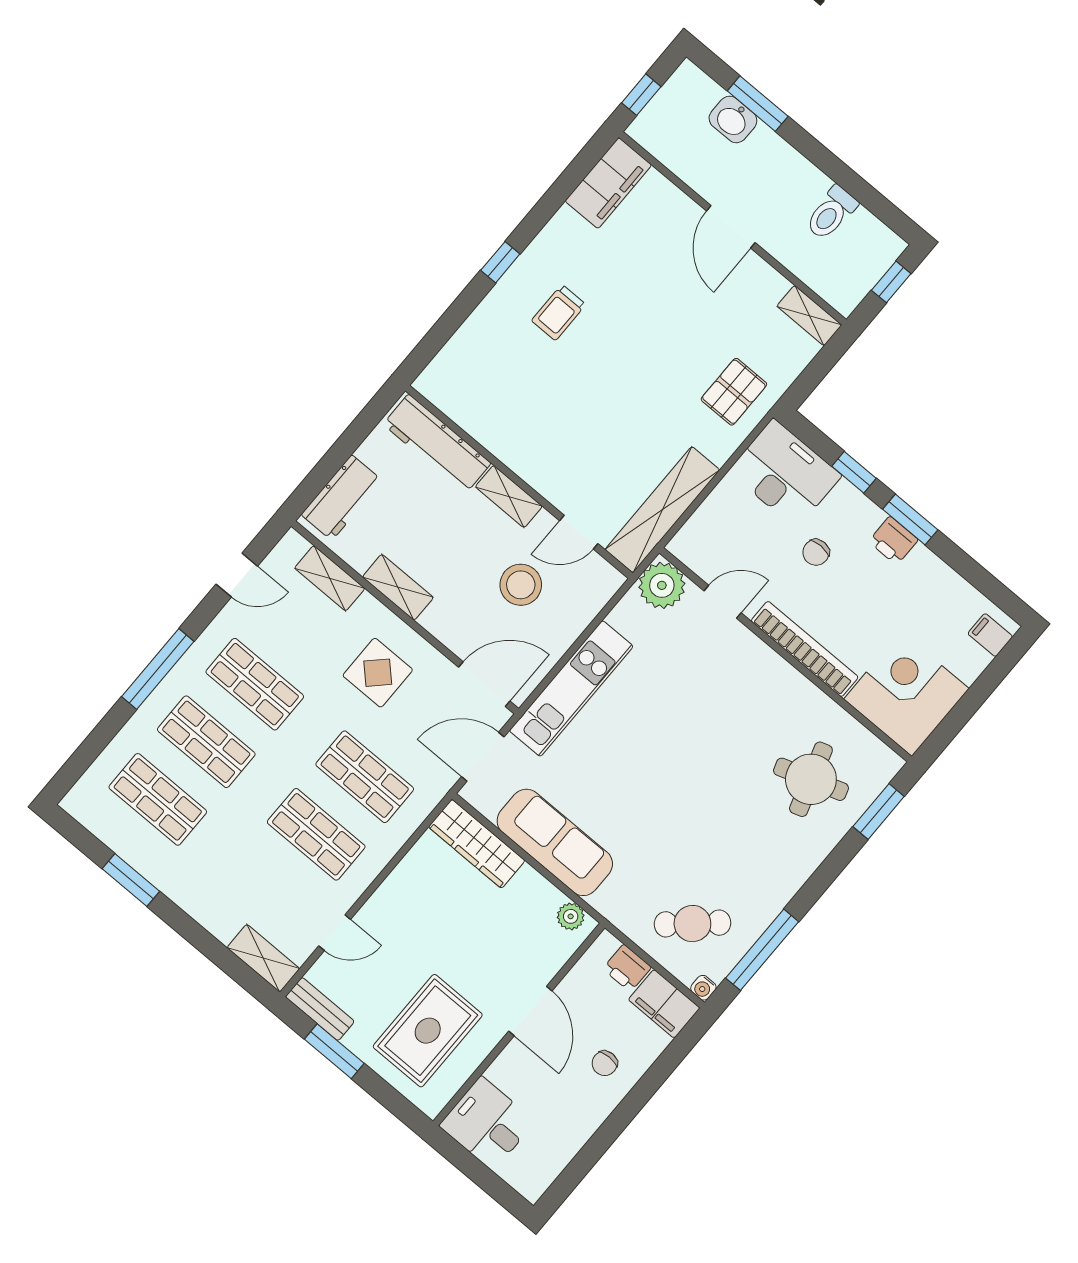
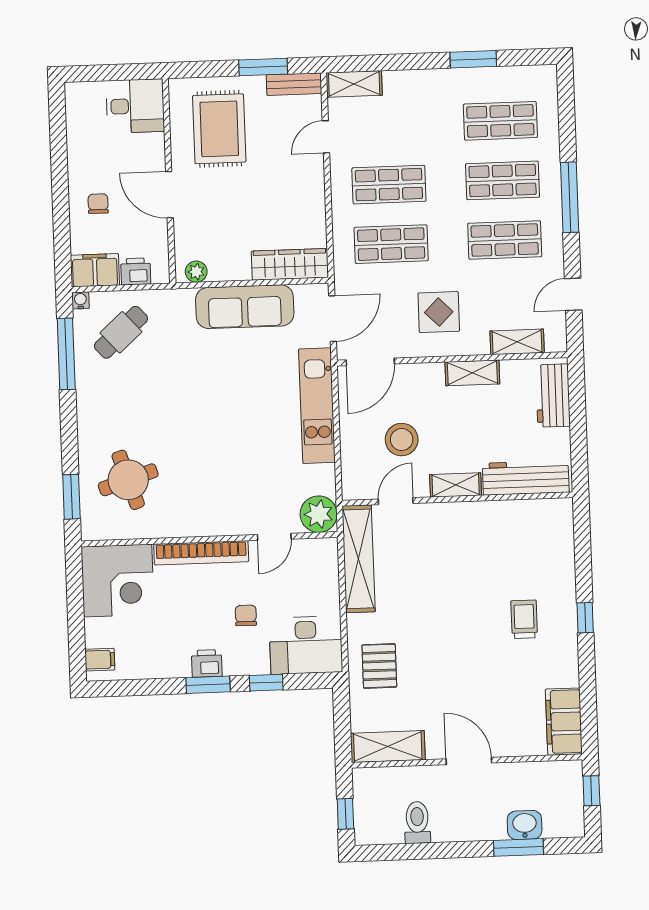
shelving: (809, 316) -> (388, 747), width x1.50, depth x1.33

